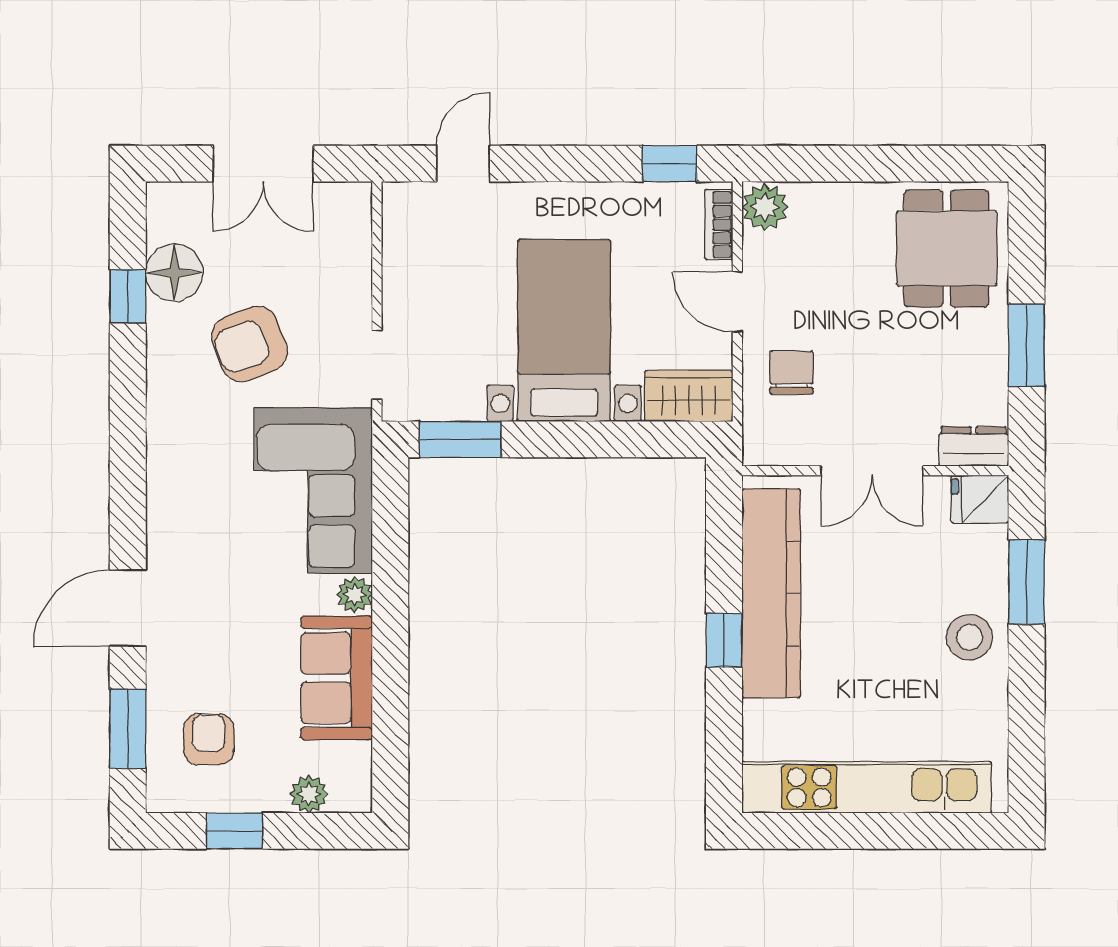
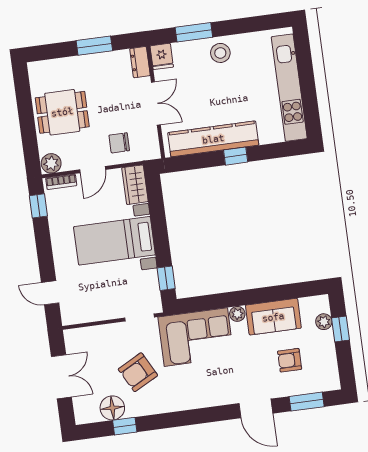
dining table: (947, 248) -> (62, 112), moved
armchair: (250, 344) -> (138, 372), turned 83
window: (460, 439) -> (166, 278), width x0.67
armchair: (209, 739) -> (290, 360), moved
window: (235, 831) -> (341, 329), moved

